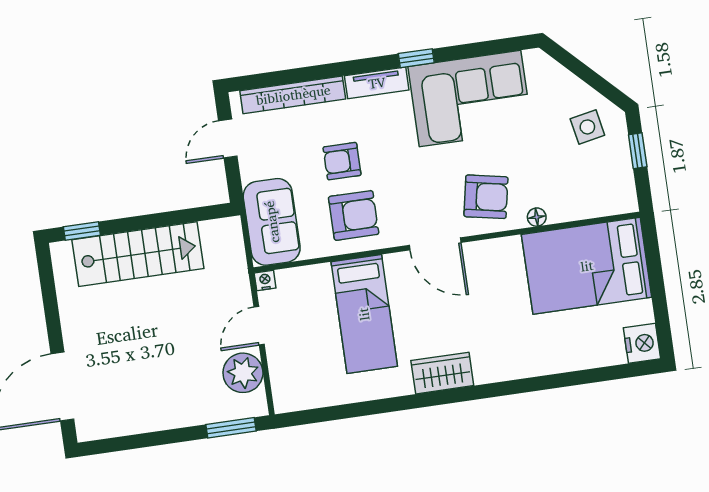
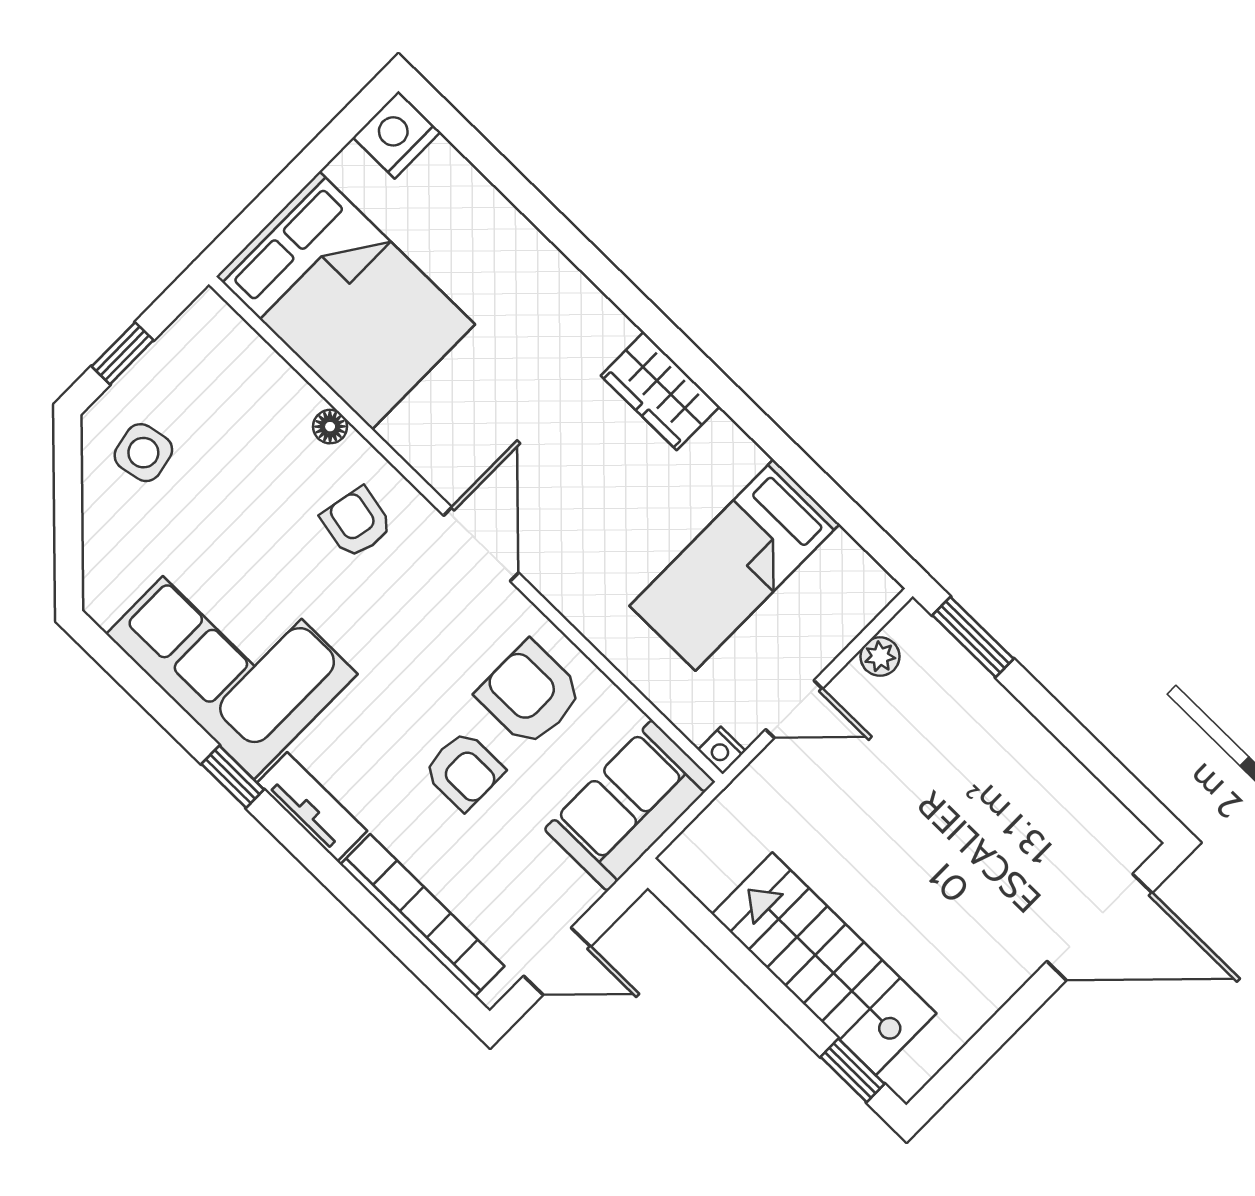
armchair: (486, 197) -> (357, 523), width x0.72, depth x0.72
bed: (364, 314) -> (735, 565), moved, turned 180
plant: (243, 373) -> (880, 657), width x0.53, depth x0.53

